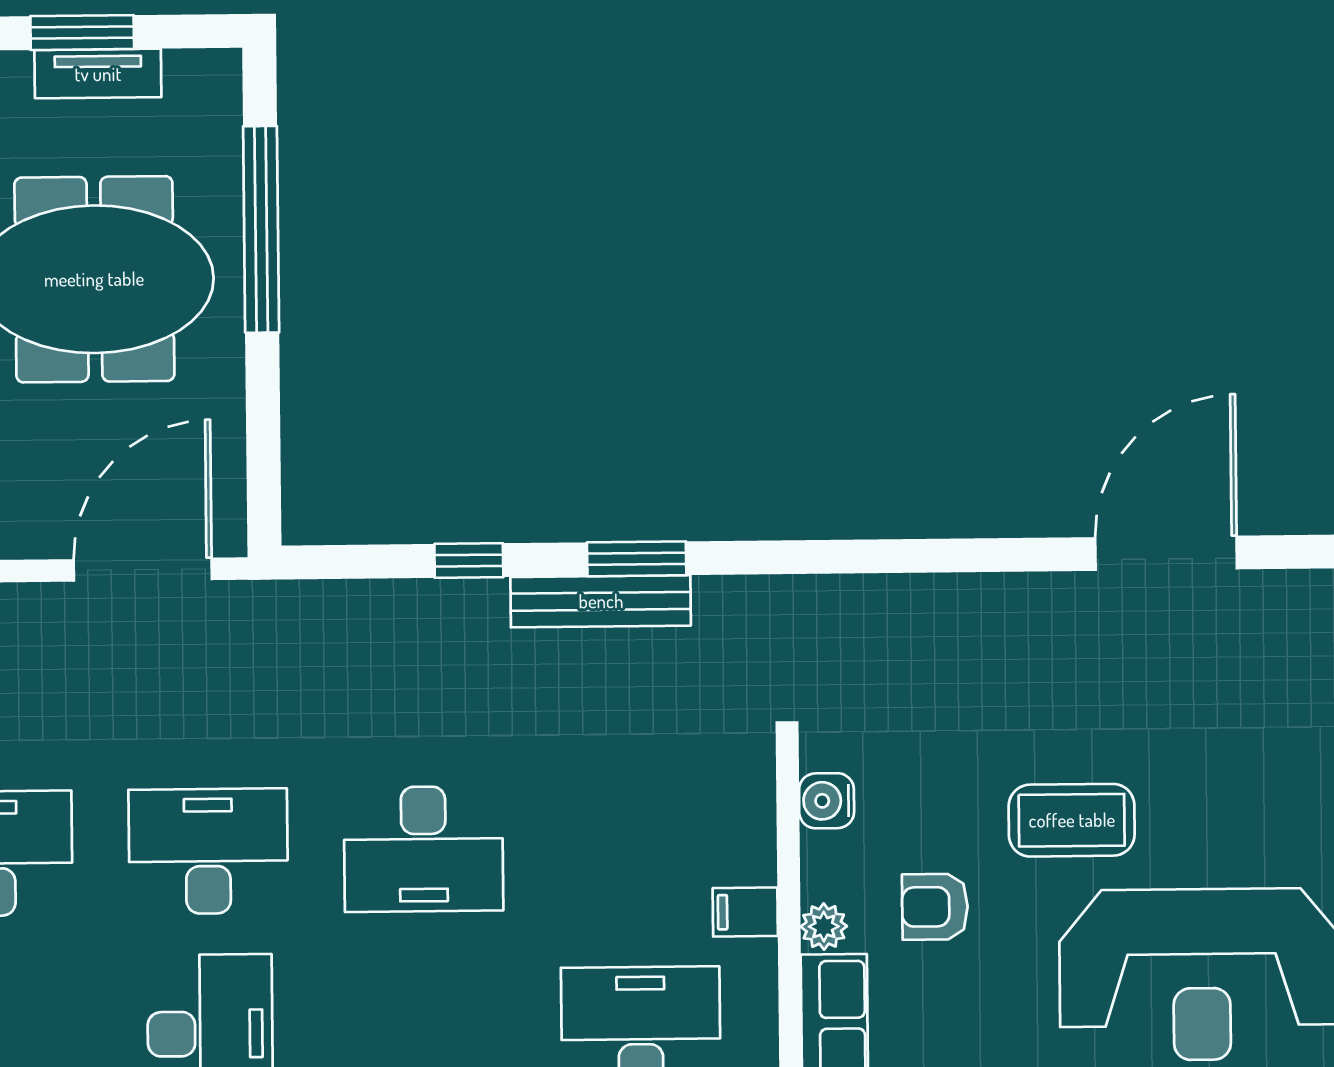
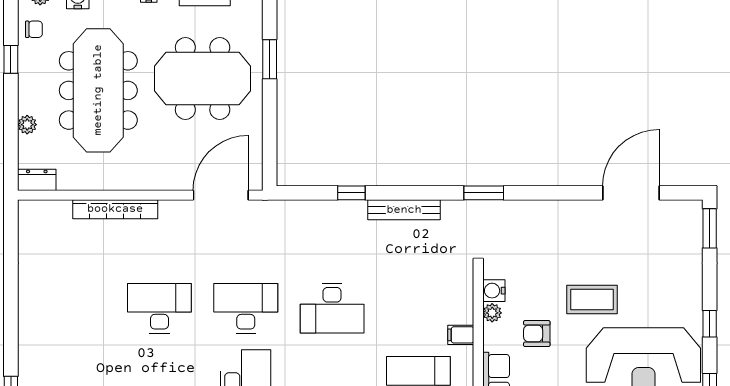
window: (261, 229) -> (270, 59), width x0.47
window: (637, 559) -> (484, 193), moved
plant: (824, 926) -> (492, 313), moved

